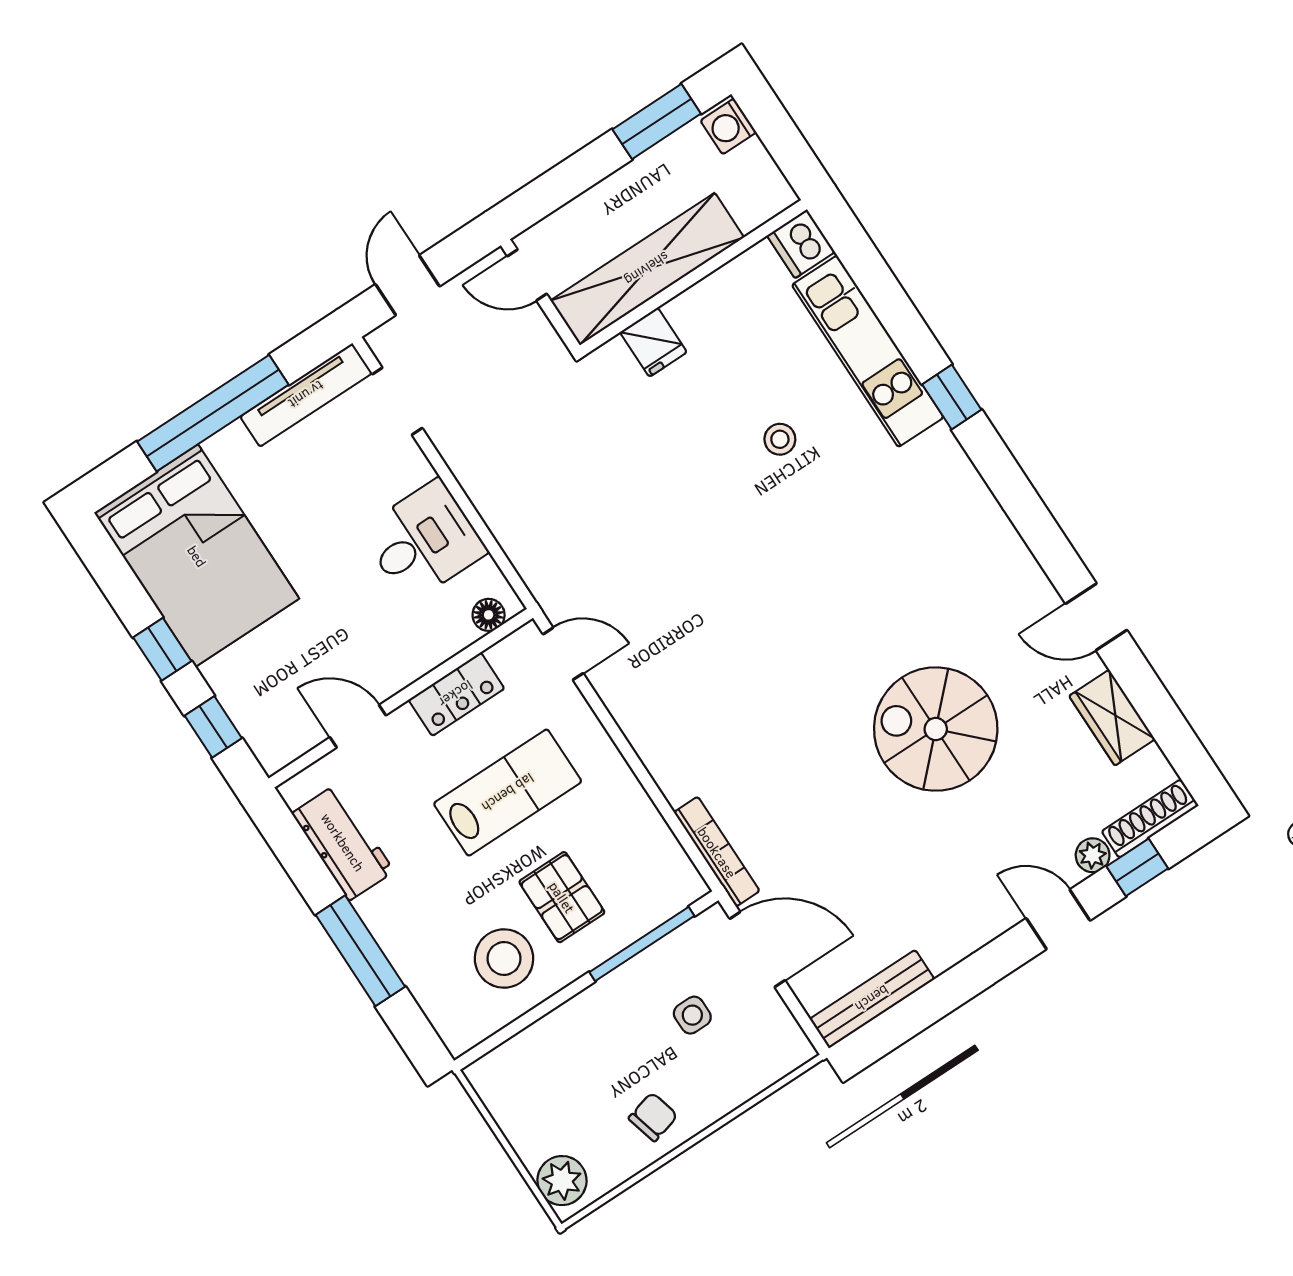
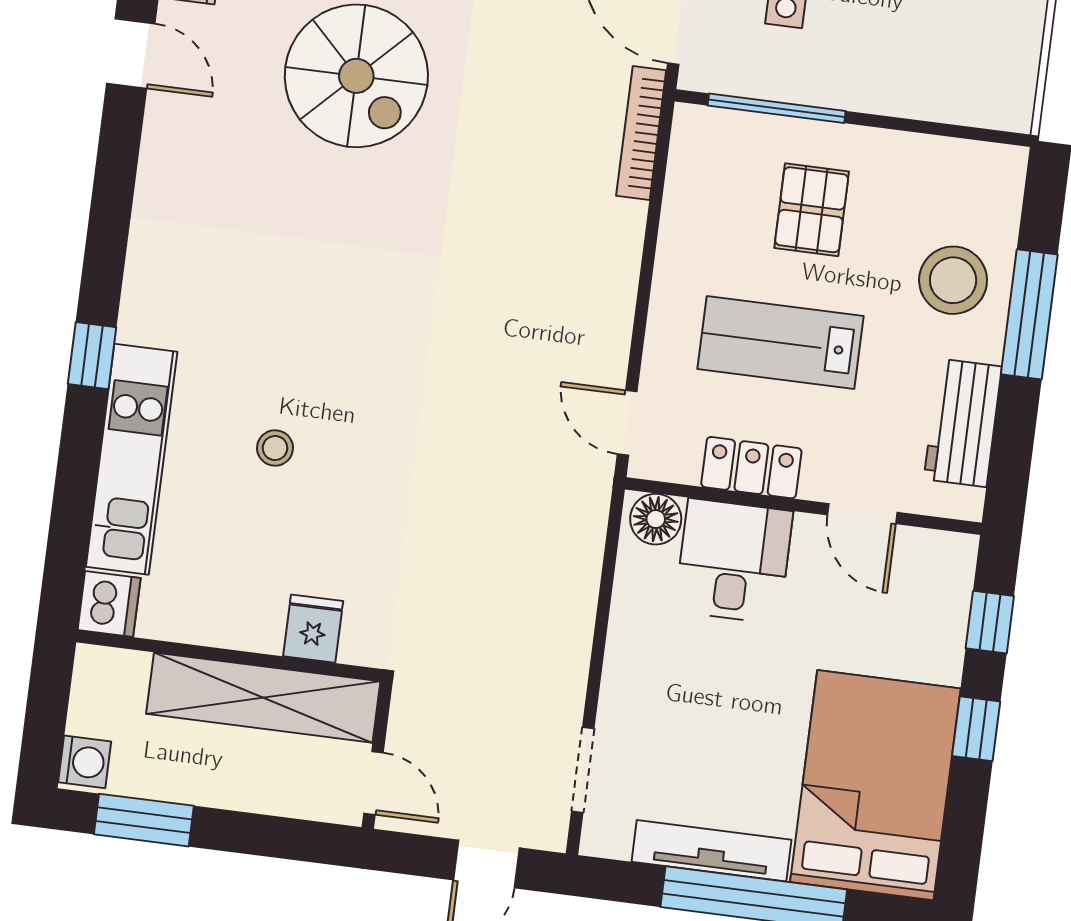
tv unit: (306, 395) -> (711, 851), moved
desk: (424, 541) -> (734, 561), moved, turned 90
floor lamp: (489, 615) -> (656, 519), width x1.37, depth x1.37
stool: (504, 959) -> (953, 280), moved

